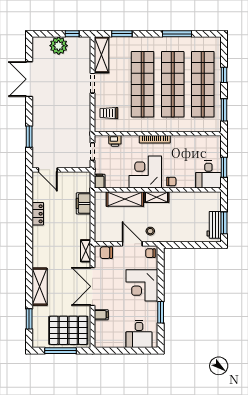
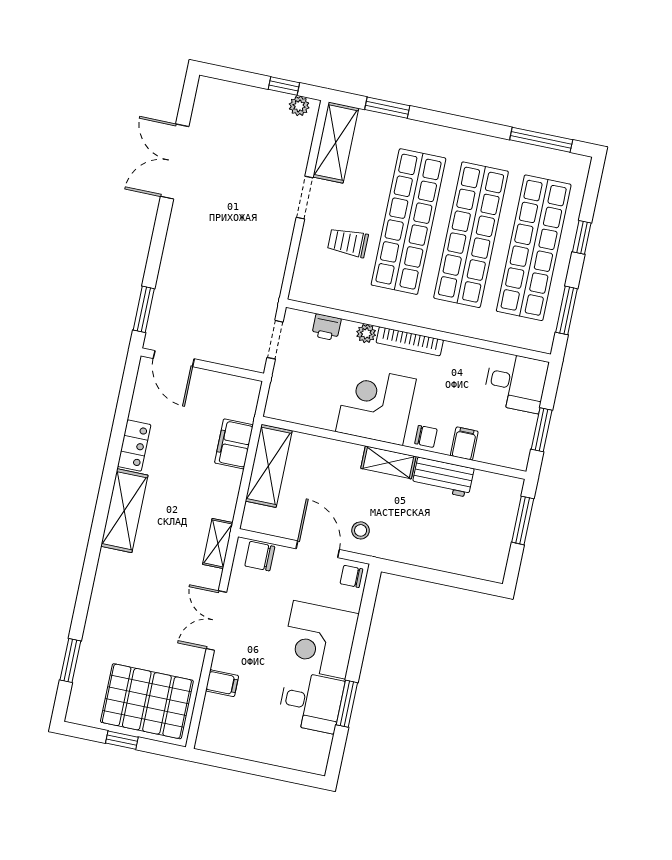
window: (177, 34) -> (541, 140), moved
plant: (59, 46) -> (299, 106), moved, width x0.53, depth x0.53
trolley: (109, 113) -> (348, 242), moved
window: (29, 137) -> (144, 309), moved
plant: (134, 140) -> (366, 333), added
desk: (208, 175) -> (516, 382), moved, turned -90
filing cabinet: (100, 181) -> (464, 444), moved
shelving: (125, 199) -> (269, 466), moved, turned 90
window: (224, 223) -> (523, 520), moved
workbench: (214, 225) -> (443, 477), moved, turned -90
double door: (92, 286) -> (216, 621), width x0.73
shelving: (40, 287) -> (124, 511), moved
desk: (139, 334) -> (311, 702), moved, turned -90
window: (61, 351) -> (122, 740), width x0.46

